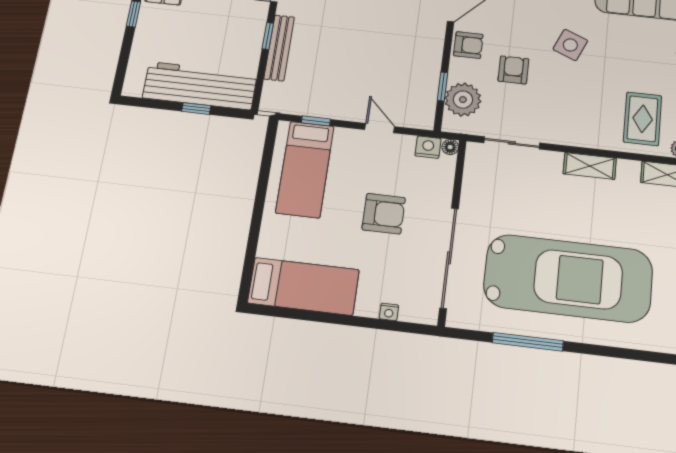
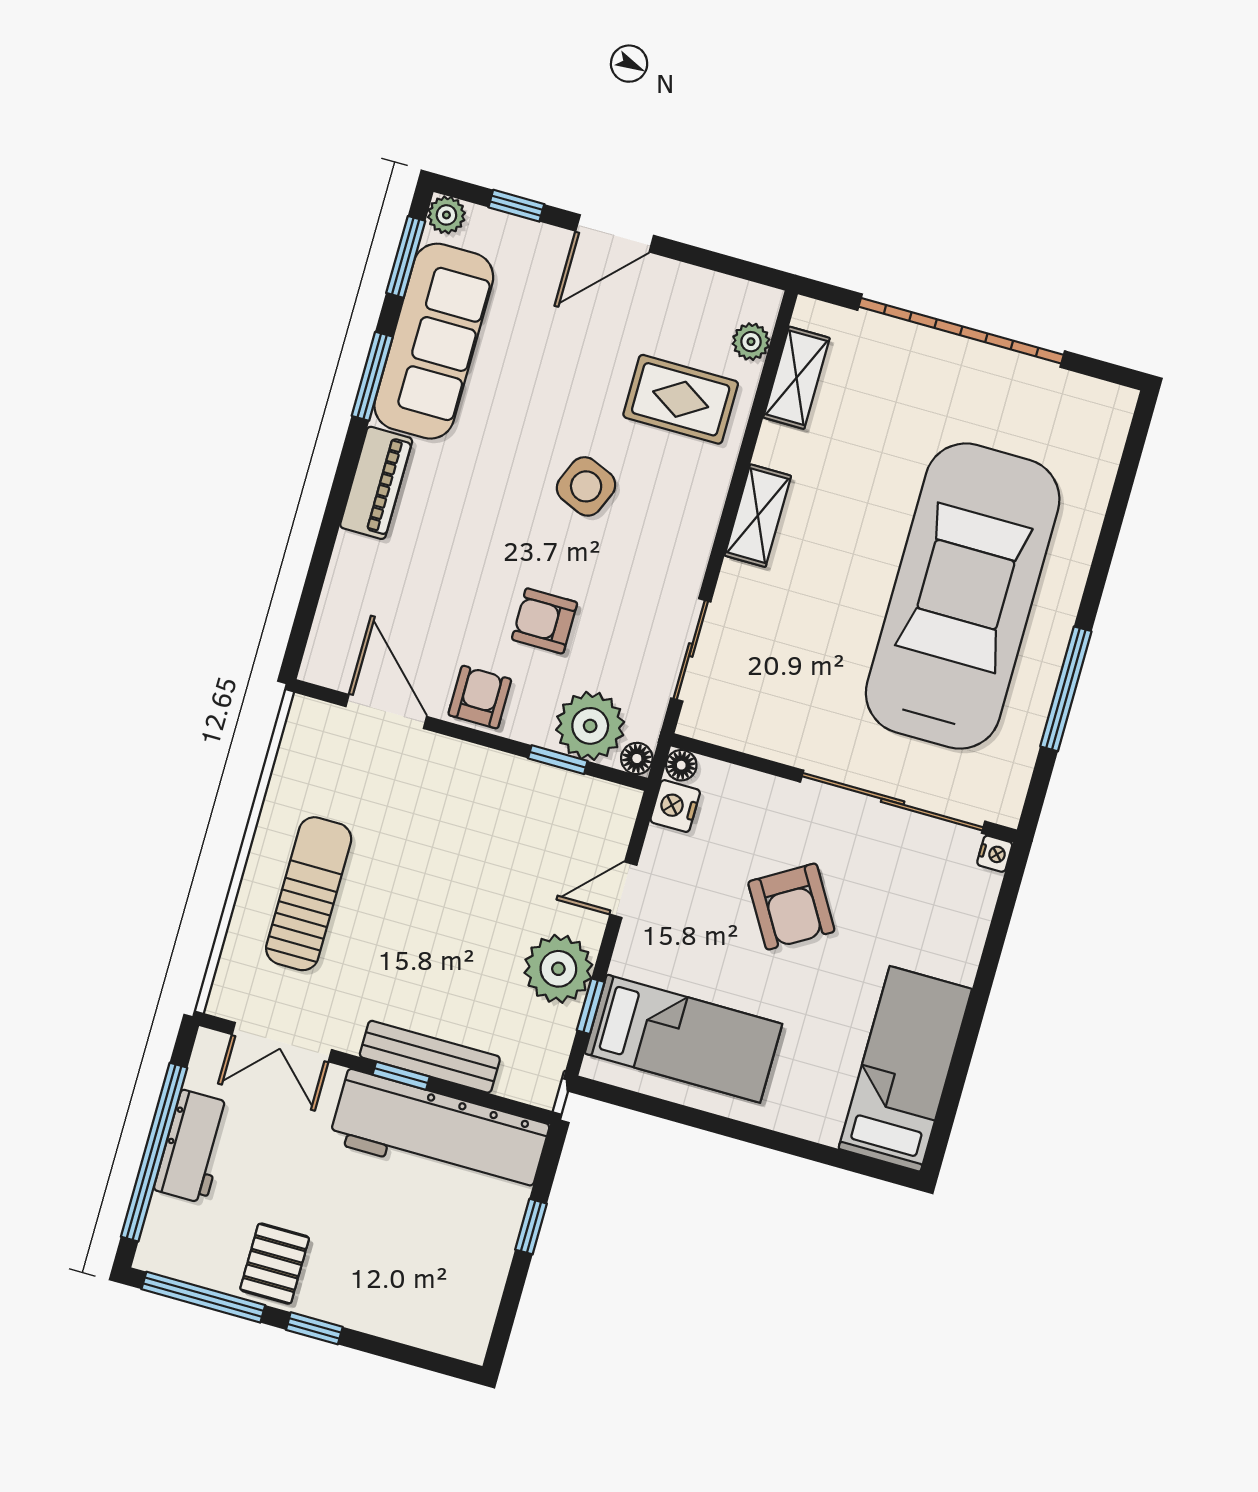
side table: (570, 45) -> (586, 486), moved
workbench: (200, 86) -> (439, 1133), moved, turned -90
plant: (333, 102) -> (558, 969), added
floor lamp: (450, 125) -> (637, 758), added
armchair: (384, 214) -> (791, 907), turned 149
nightstand: (389, 312) -> (995, 854), moved

